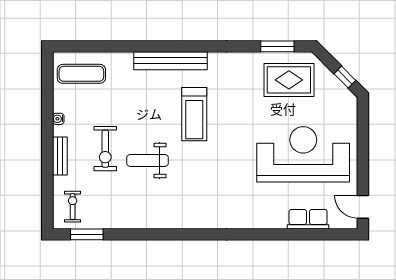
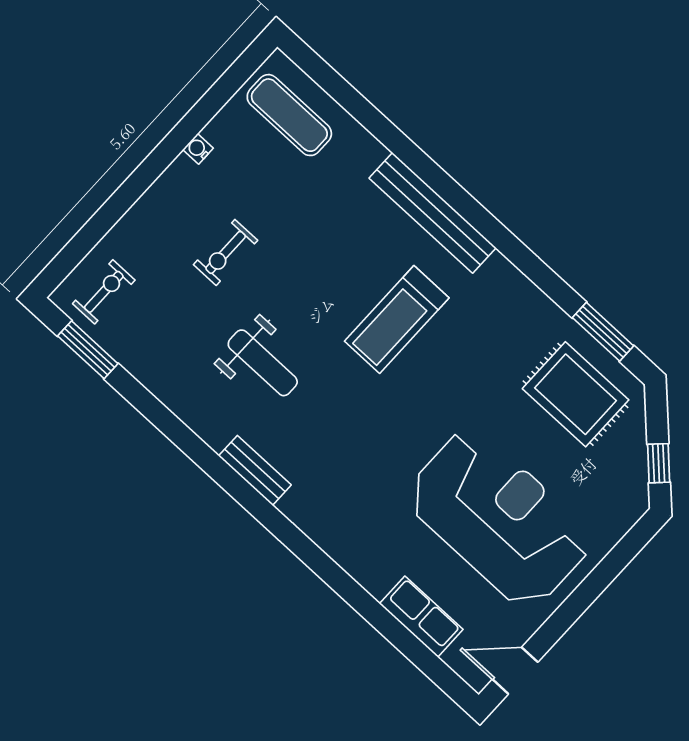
exercise bike: (105, 149) -> (226, 252), width x0.73, depth x0.72
bench: (60, 156) -> (255, 470), moved, turned 90
weight bench: (148, 160) -> (263, 363), moved, turned 180
door: (363, 207) -> (515, 671), hinge flipped

